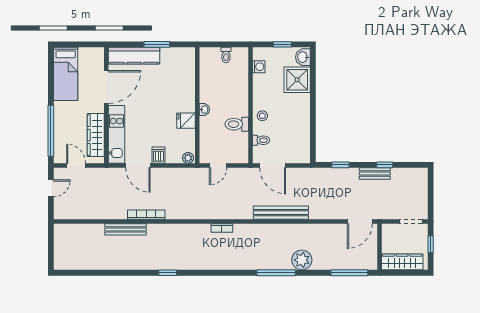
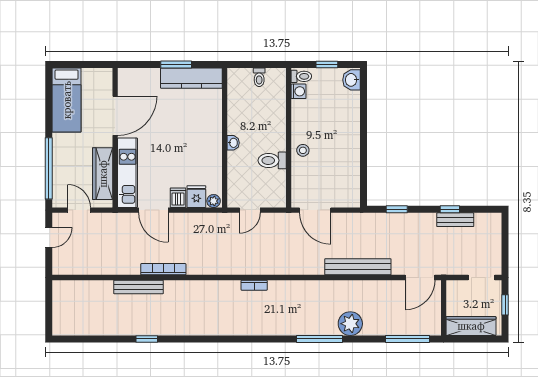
kitchen counter: (134, 56) -> (191, 78), moved
shower: (297, 80) -> (345, 107), removed
fridge: (186, 121) -> (196, 197), moved, turned 90
toilet: (261, 140) -> (301, 76), moved
bench: (375, 173) -> (455, 220), moved
bench: (281, 213) -> (358, 267), moved
window: (168, 273) -> (147, 339), moved

